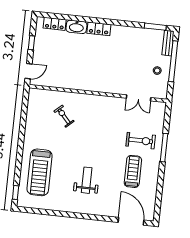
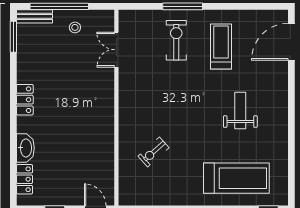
locker: (99, 29) -> (25, 100), moved
double door: (139, 98) -> (116, 50), swing flipped
treadmill: (133, 171) -> (221, 46), turned 90
weight bench: (87, 180) -> (240, 111), turned 90

